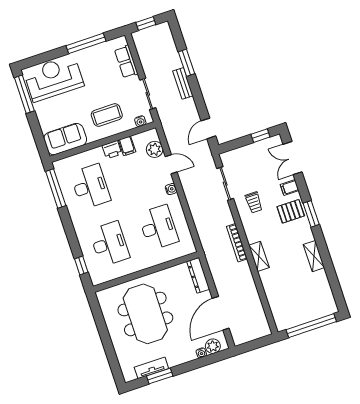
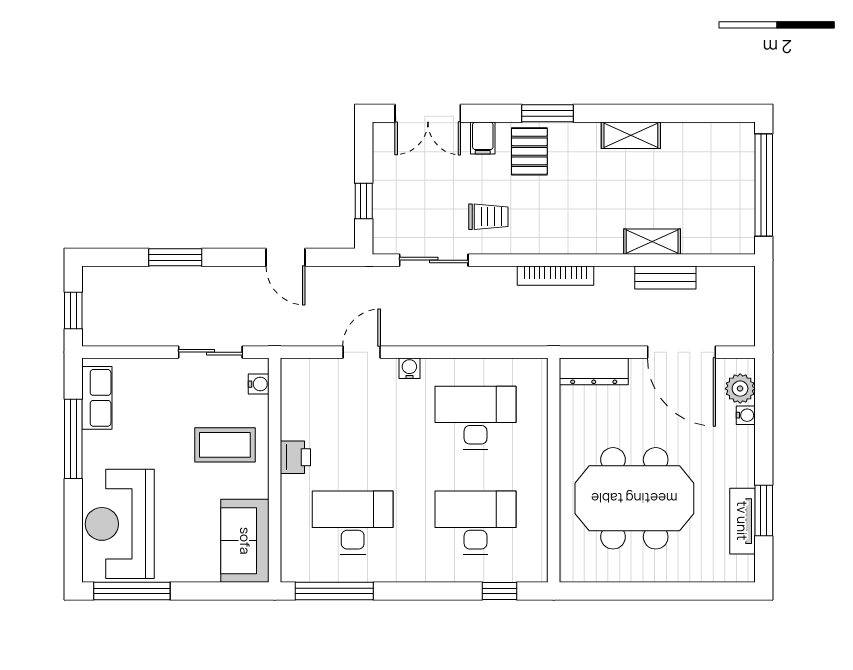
row of seats: (126, 62) -> (97, 398), moved, turned -90
bench: (183, 83) -> (665, 278), moved
coffee table: (107, 115) -> (225, 445), turned 90
door: (208, 128) -> (285, 257), moved
window: (260, 136) -> (364, 201), moved
filing cabinet: (127, 146) -> (298, 425), removed
plant: (155, 149) -> (322, 375), removed
shelving: (259, 256) -> (652, 242), moved

